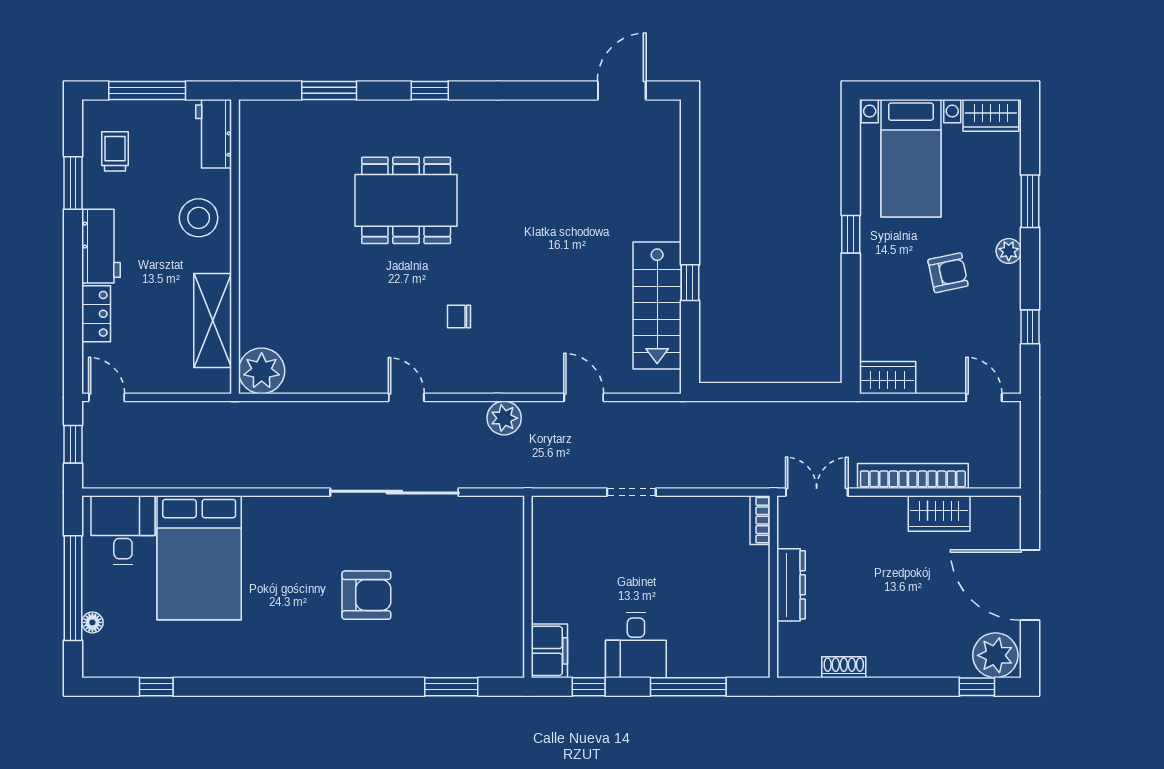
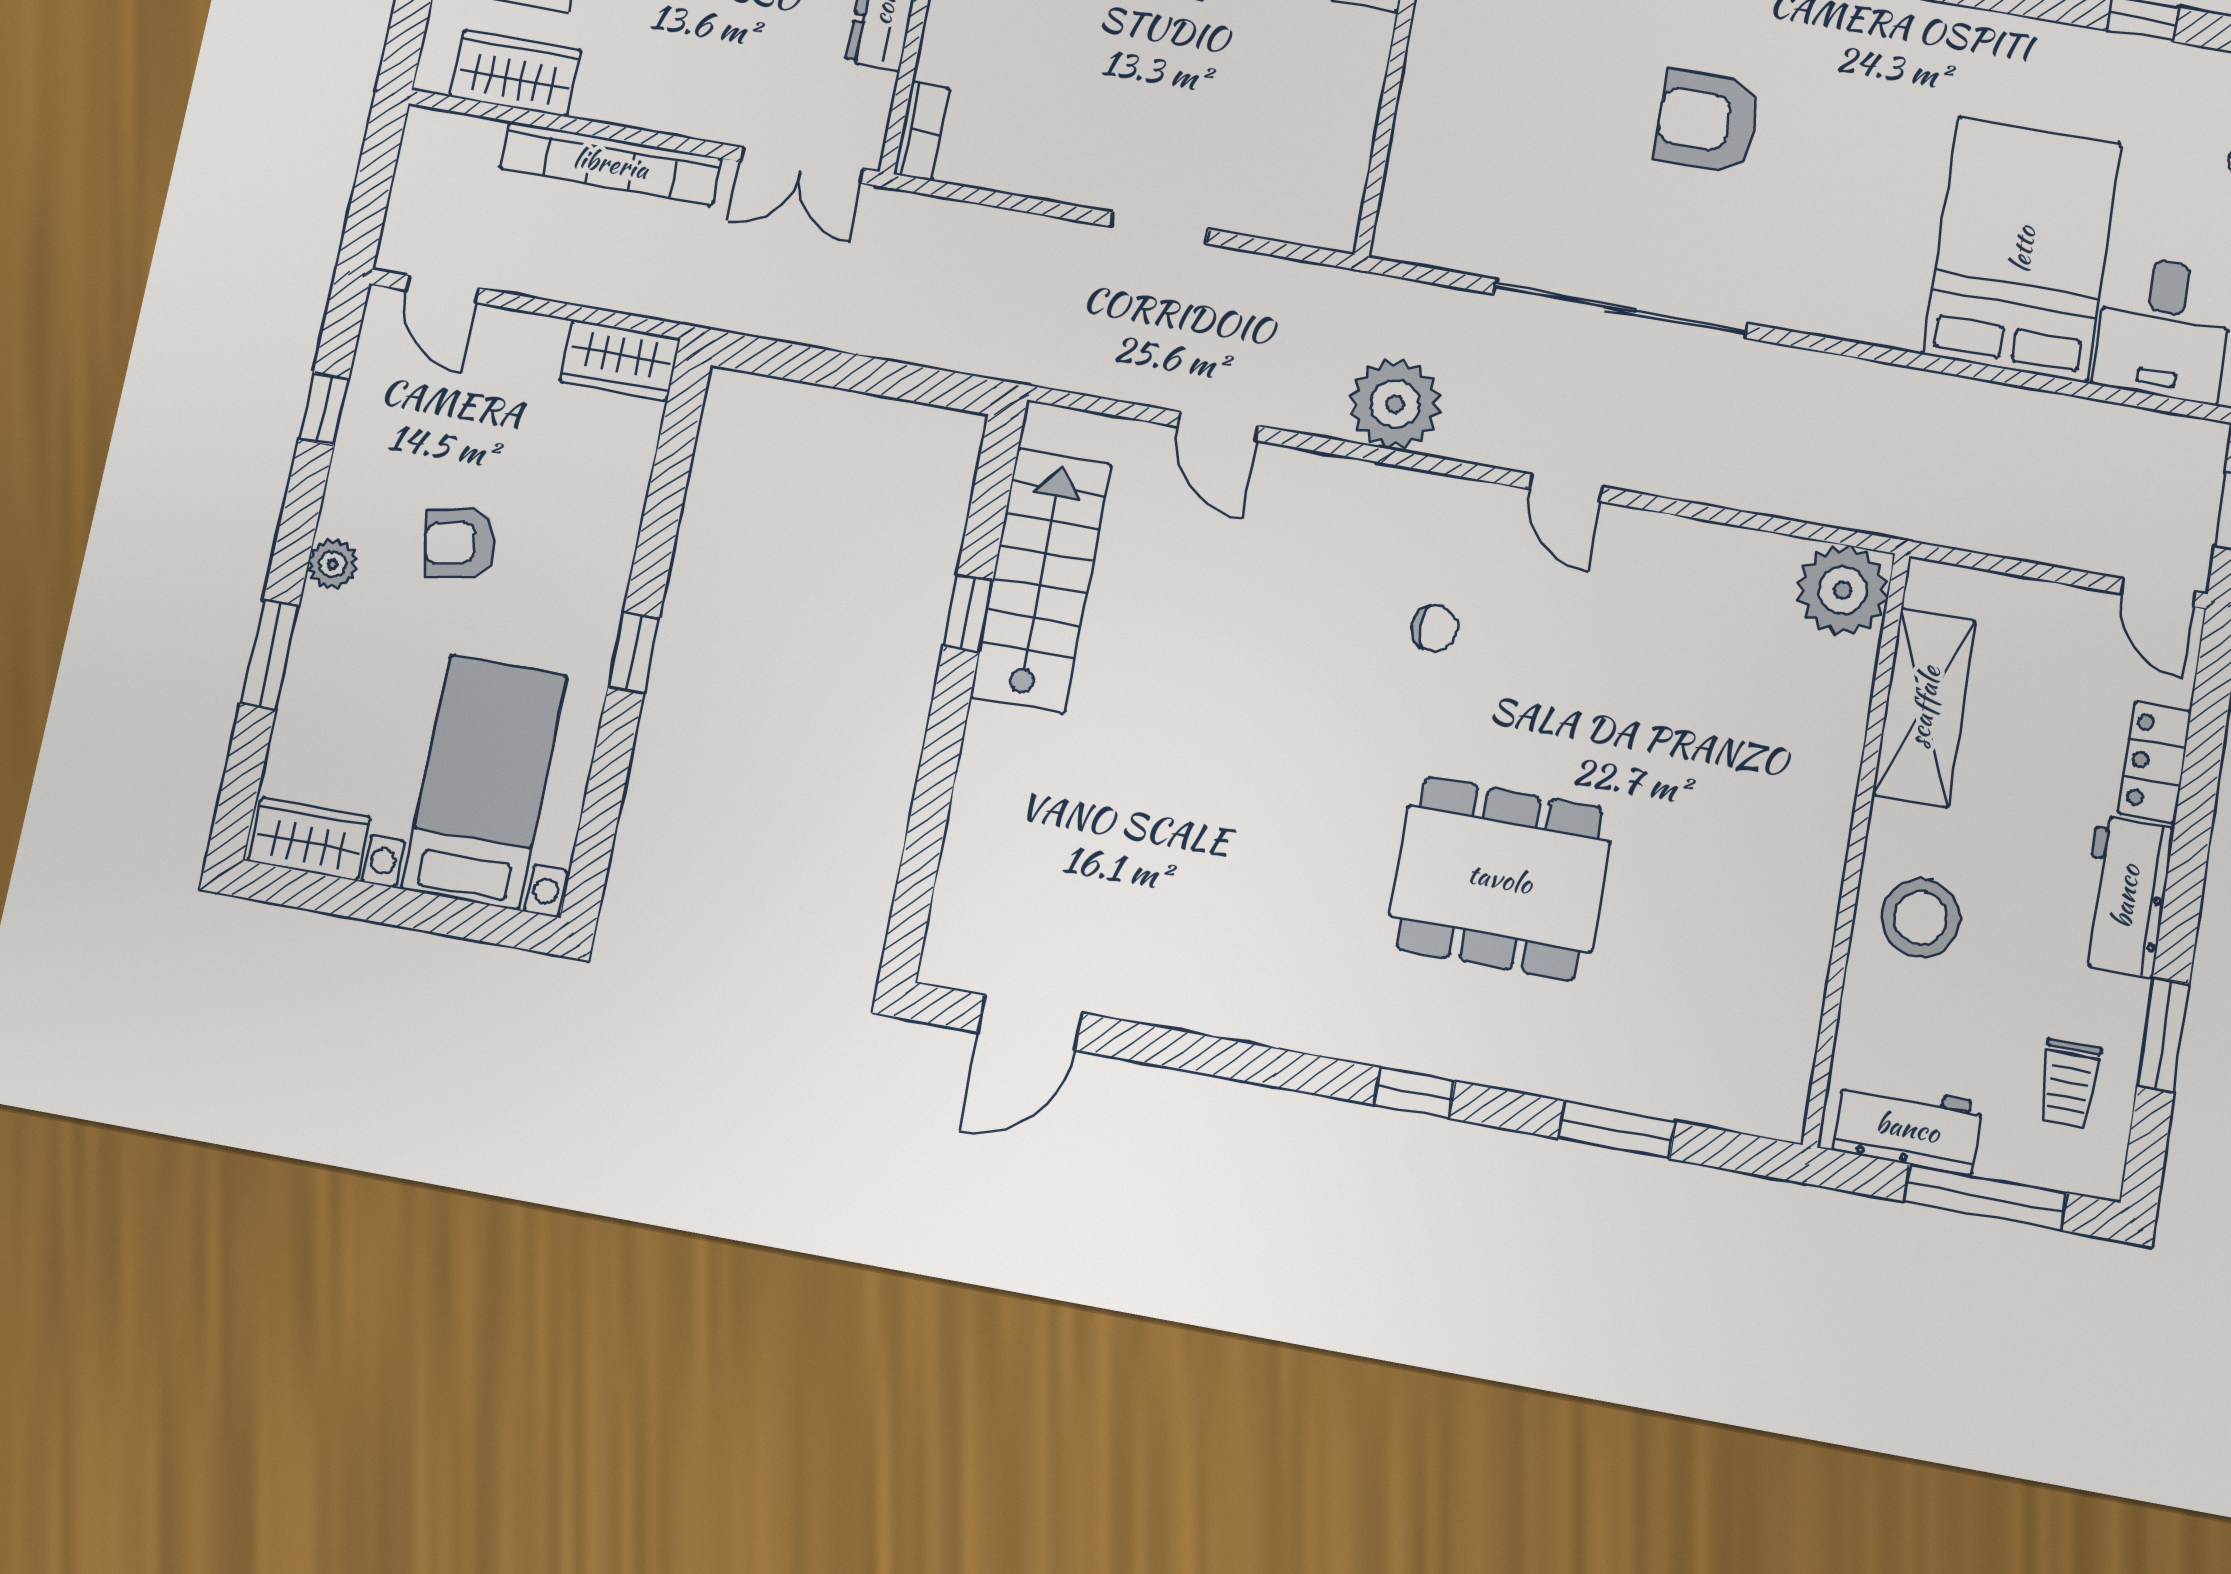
workbench: (214, 134) -> (1908, 1127), moved, turned -90
plant: (504, 418) -> (1395, 404), width x1.36, depth x1.36
wardrobe: (939, 513) -> (515, 73), moved

